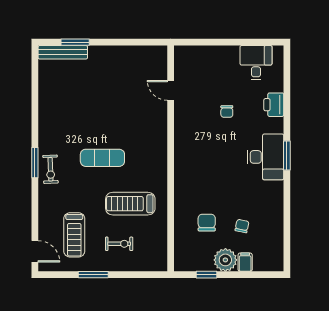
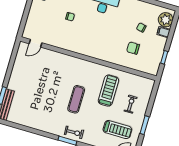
door: (171, 90) -> (36, 43), moved
treadmill: (130, 204) -> (108, 91), turned 180
plant: (225, 260) -> (166, 20), moved

